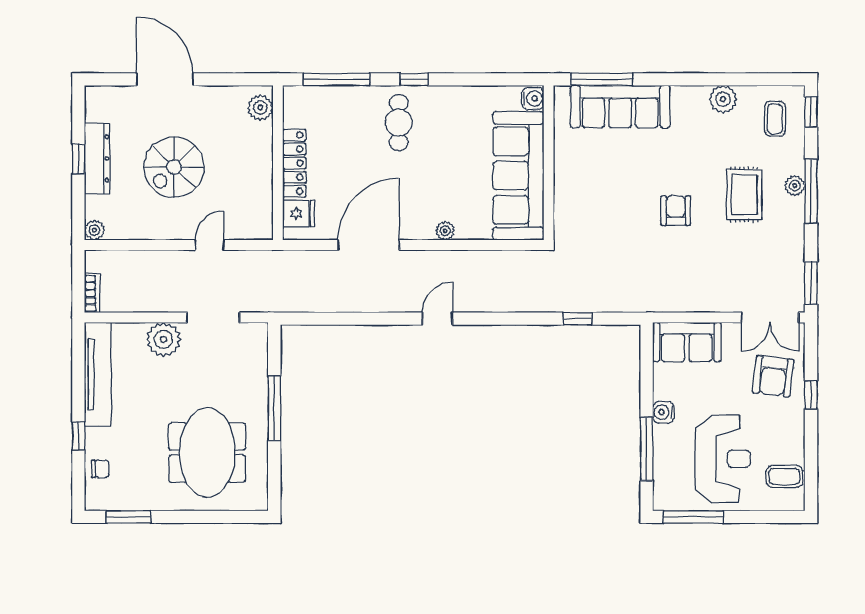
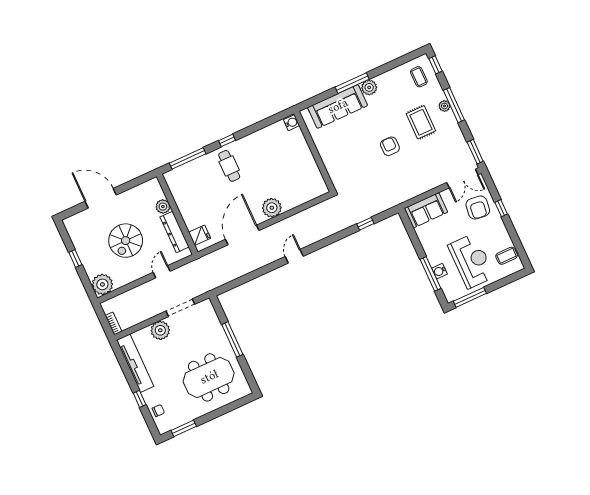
window: (602, 79) -> (352, 83), moved
plant: (723, 99) -> (369, 87), moved
plant: (260, 108) -> (163, 207), moved
dresser: (97, 159) -> (175, 232), moved, turned 180
locker: (294, 163) -> (186, 211), removed
sofa: (518, 176) -> (302, 165), removed
plant: (94, 230) -> (102, 284), width x1.87, depth x1.87
plant: (445, 231) -> (272, 208), width x1.88, depth x1.88
water cooler: (663, 412) -> (439, 271), moved
meeting table: (207, 452) -> (209, 377), turned 90

